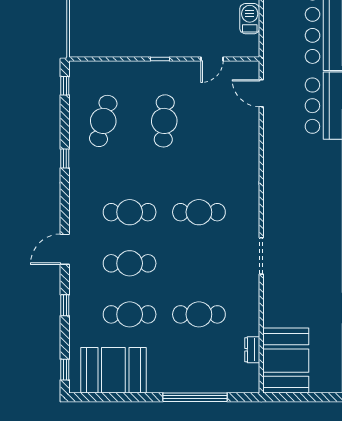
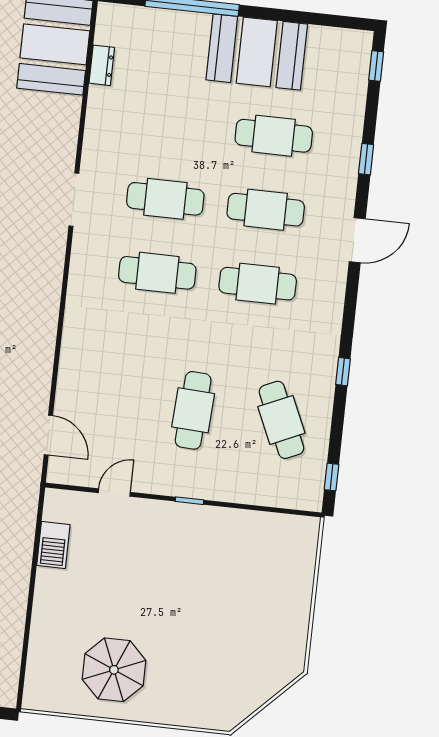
cafe table: (103, 121) -> (281, 420), turned -39
cafe table: (199, 314) -> (165, 199), moved
booth: (113, 370) -> (257, 52), moved

